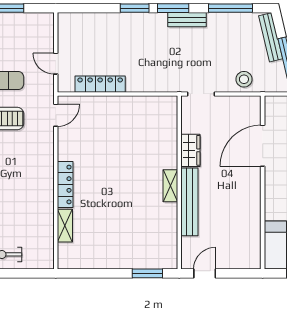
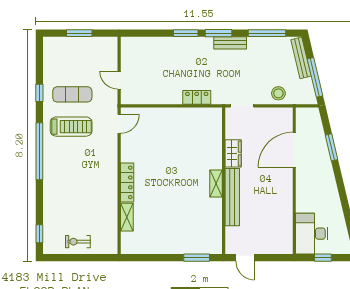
locker: (100, 84) -> (197, 97), moved, width x0.66
door: (205, 273) -> (245, 258), swing flipped

